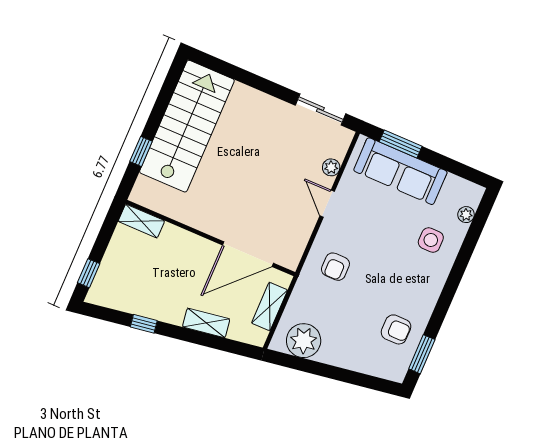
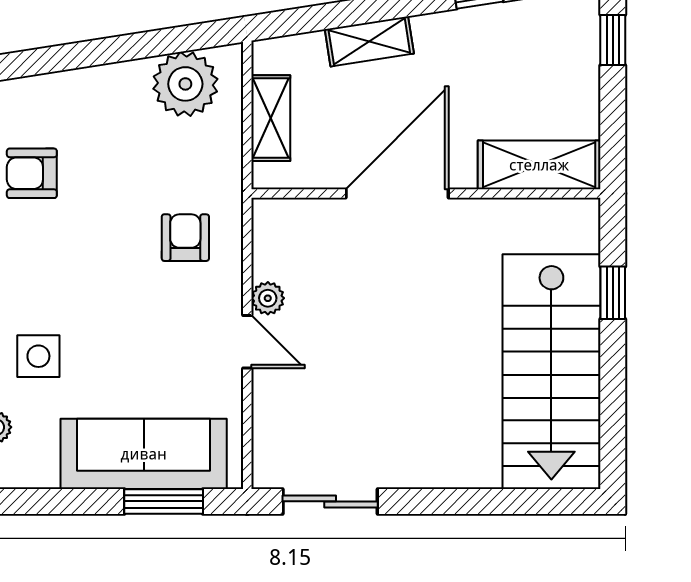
plant: (331, 167) -> (268, 298), moved
shelving: (141, 221) -> (539, 165), width x1.50, depth x1.33
door: (248, 254) -> (397, 193), moved

